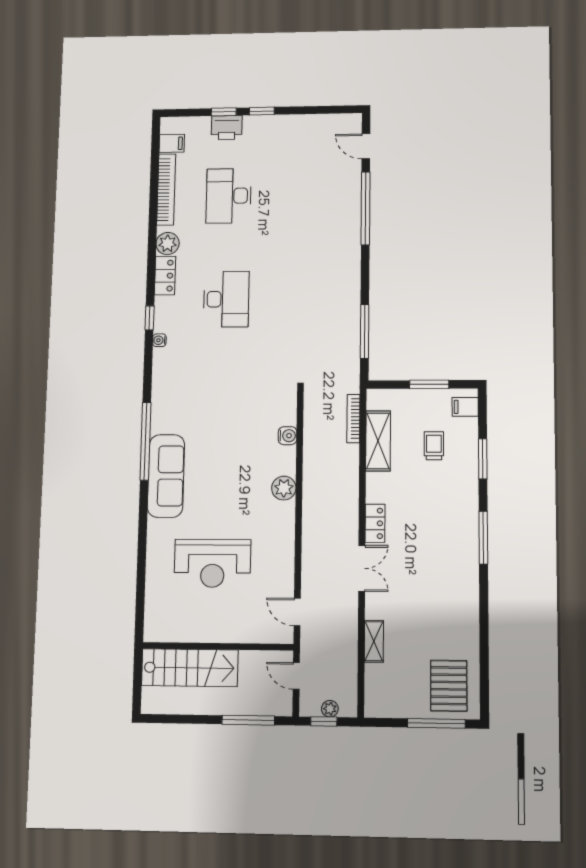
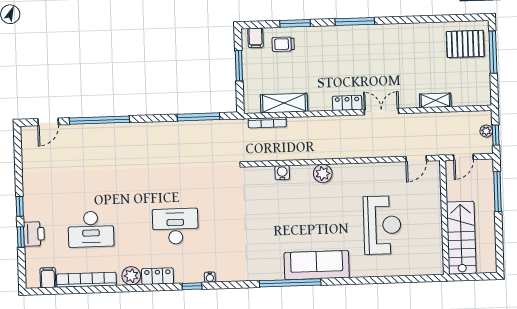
trolley: (434, 446) -> (283, 44), moved

